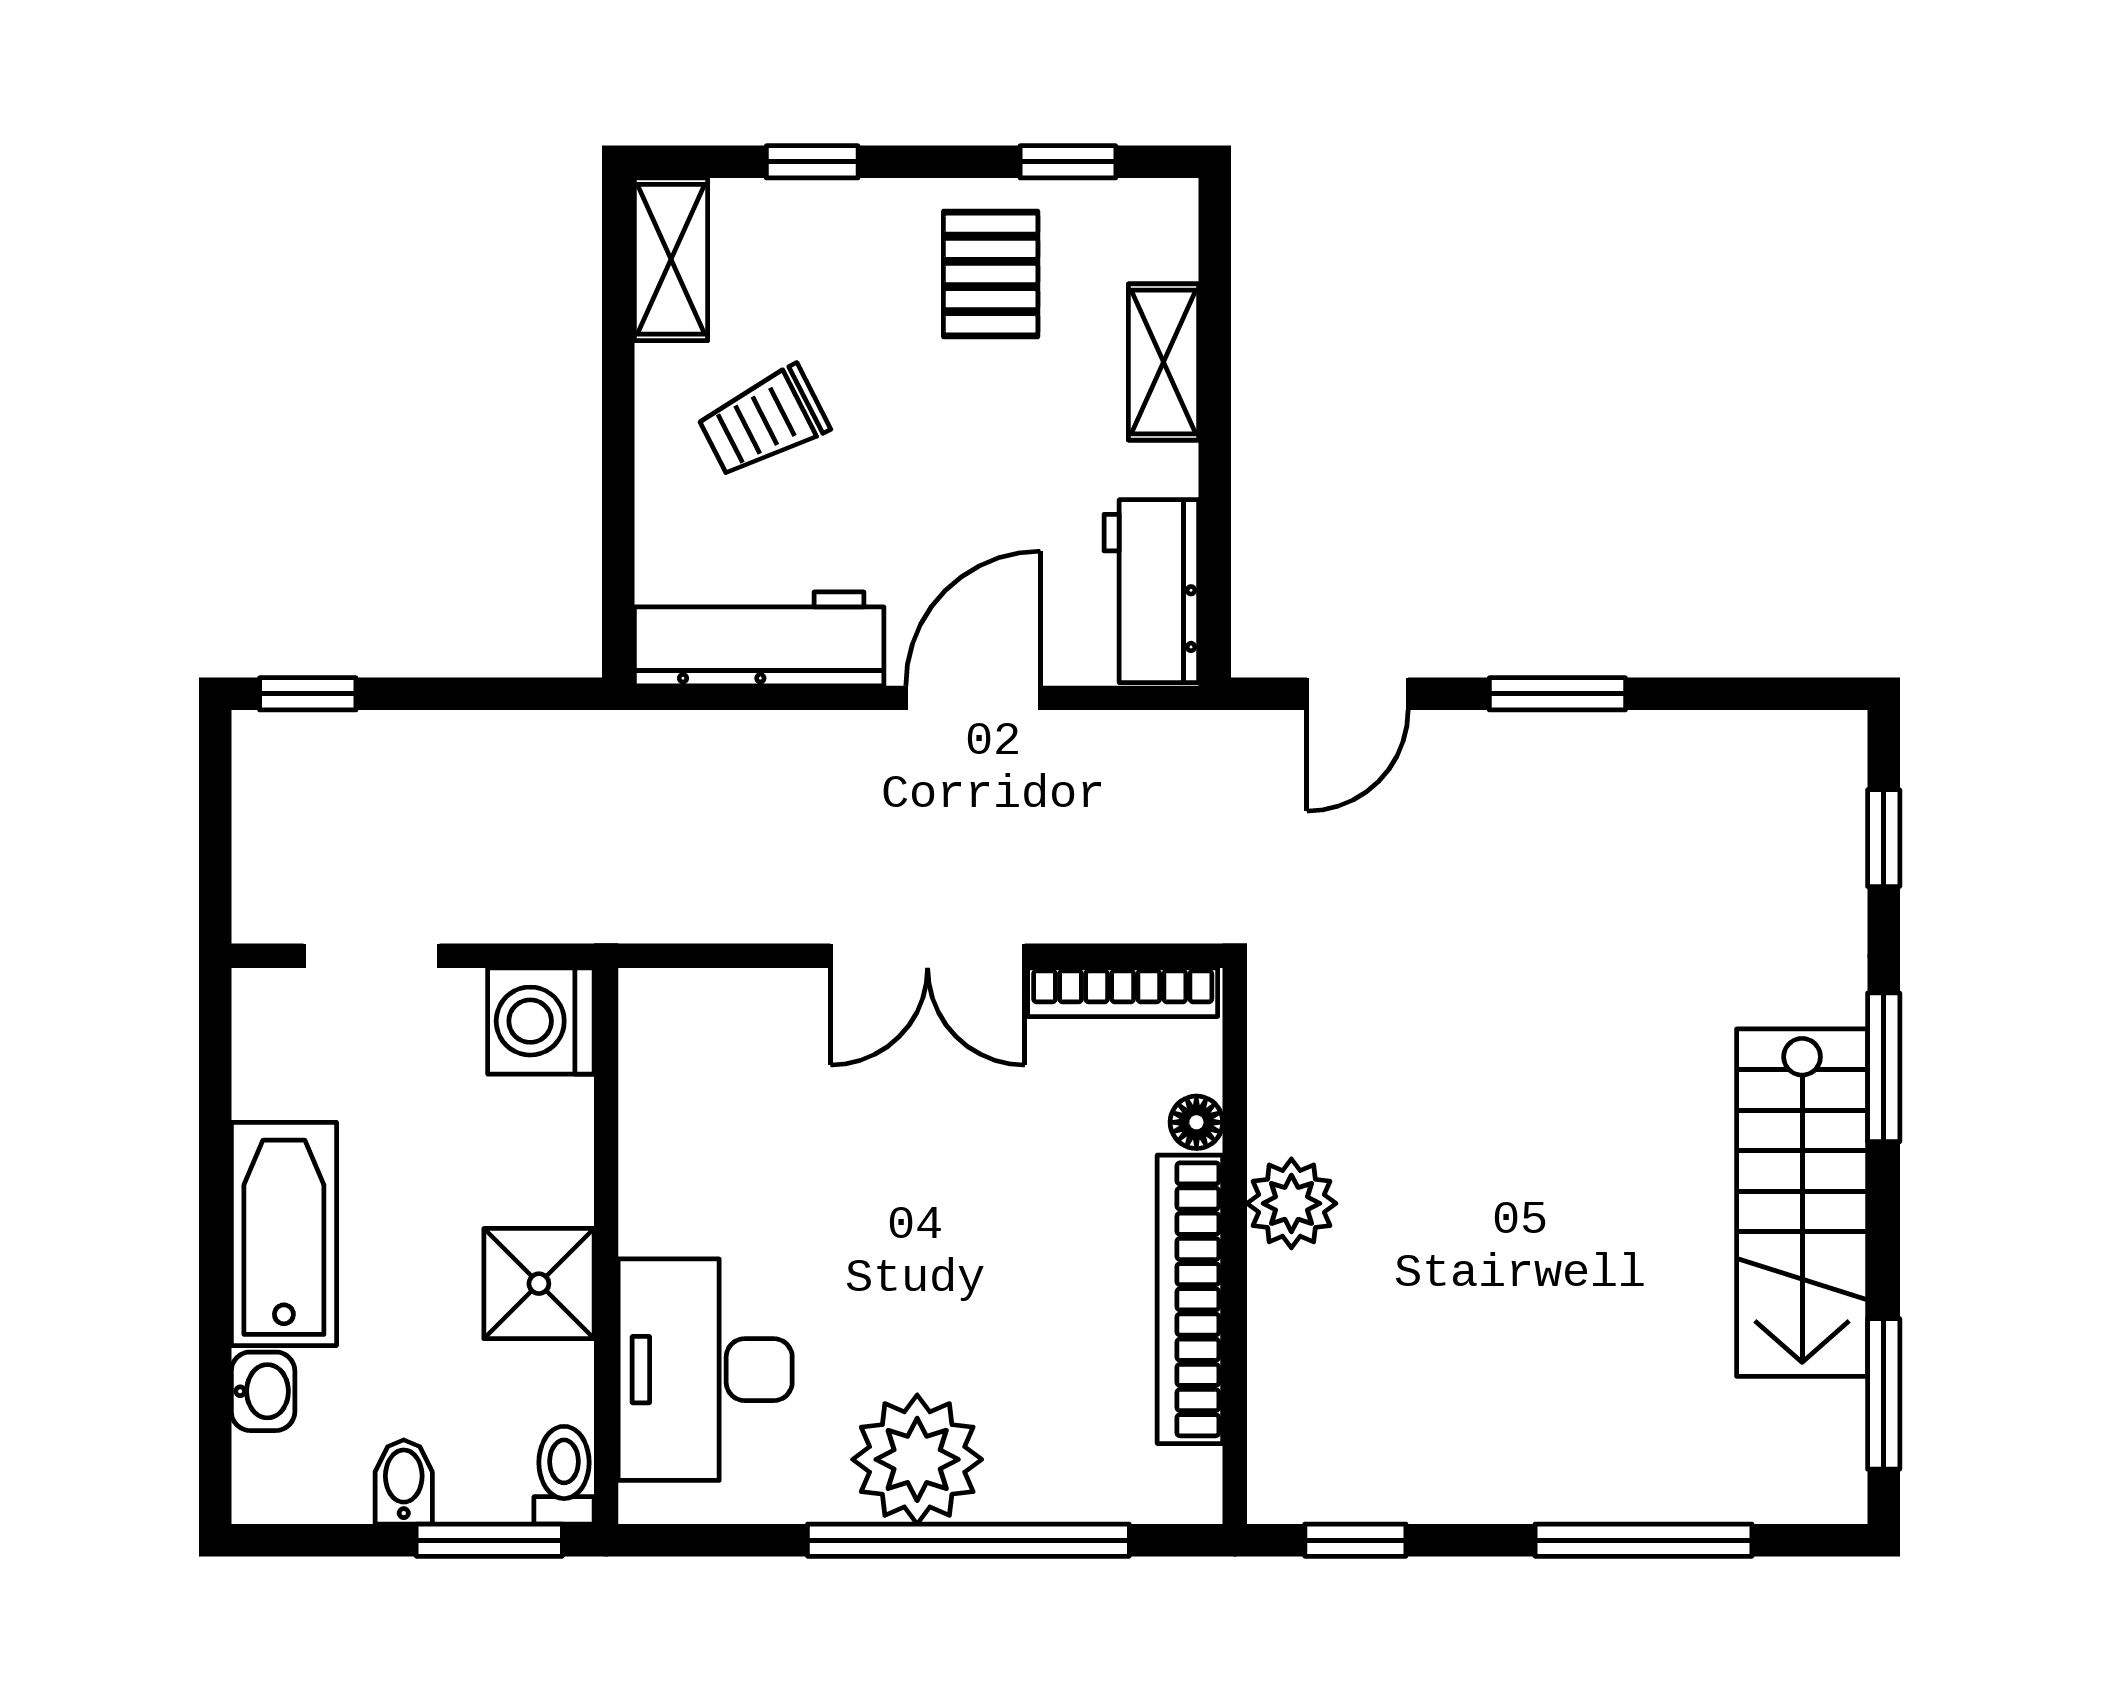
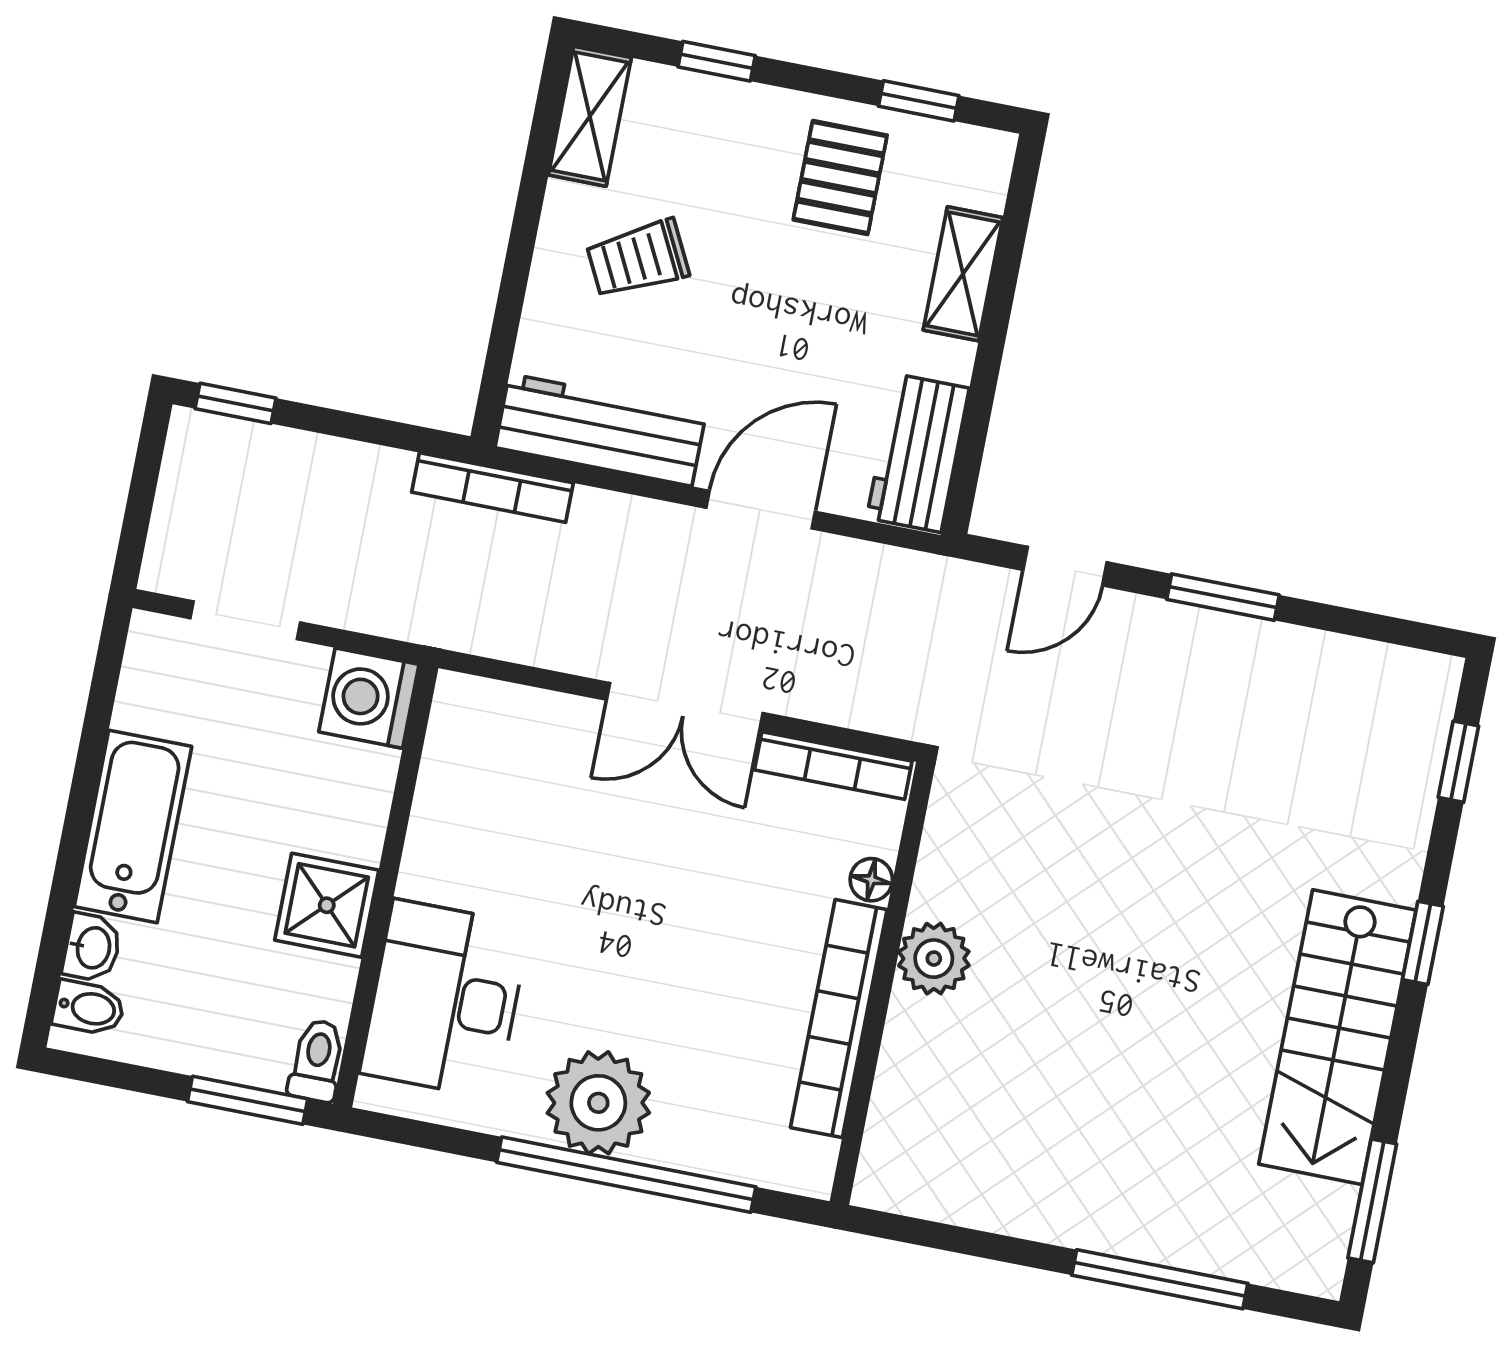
bookcase: (641, 735) -> (493, 488), added
window: (1884, 1067) -> (1423, 943), width x0.67
bidet: (404, 1482) -> (89, 1008), moved, turned 90
window: (1355, 1540) -> (932, 1235), removed

